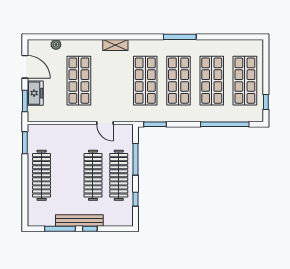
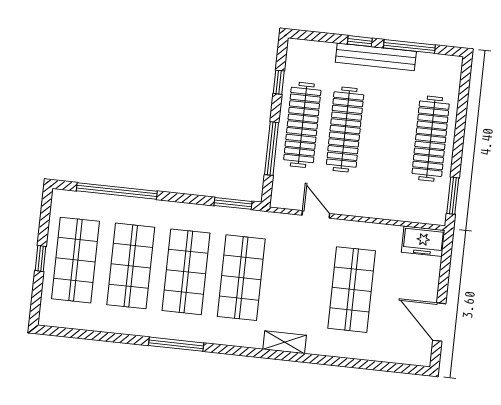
plant: (56, 45) -> (383, 354), removed
freezer: (35, 93) -> (423, 241), moved, turned -90
window: (25, 101) -> (445, 265), removed
window: (266, 102) -> (41, 259), moved

